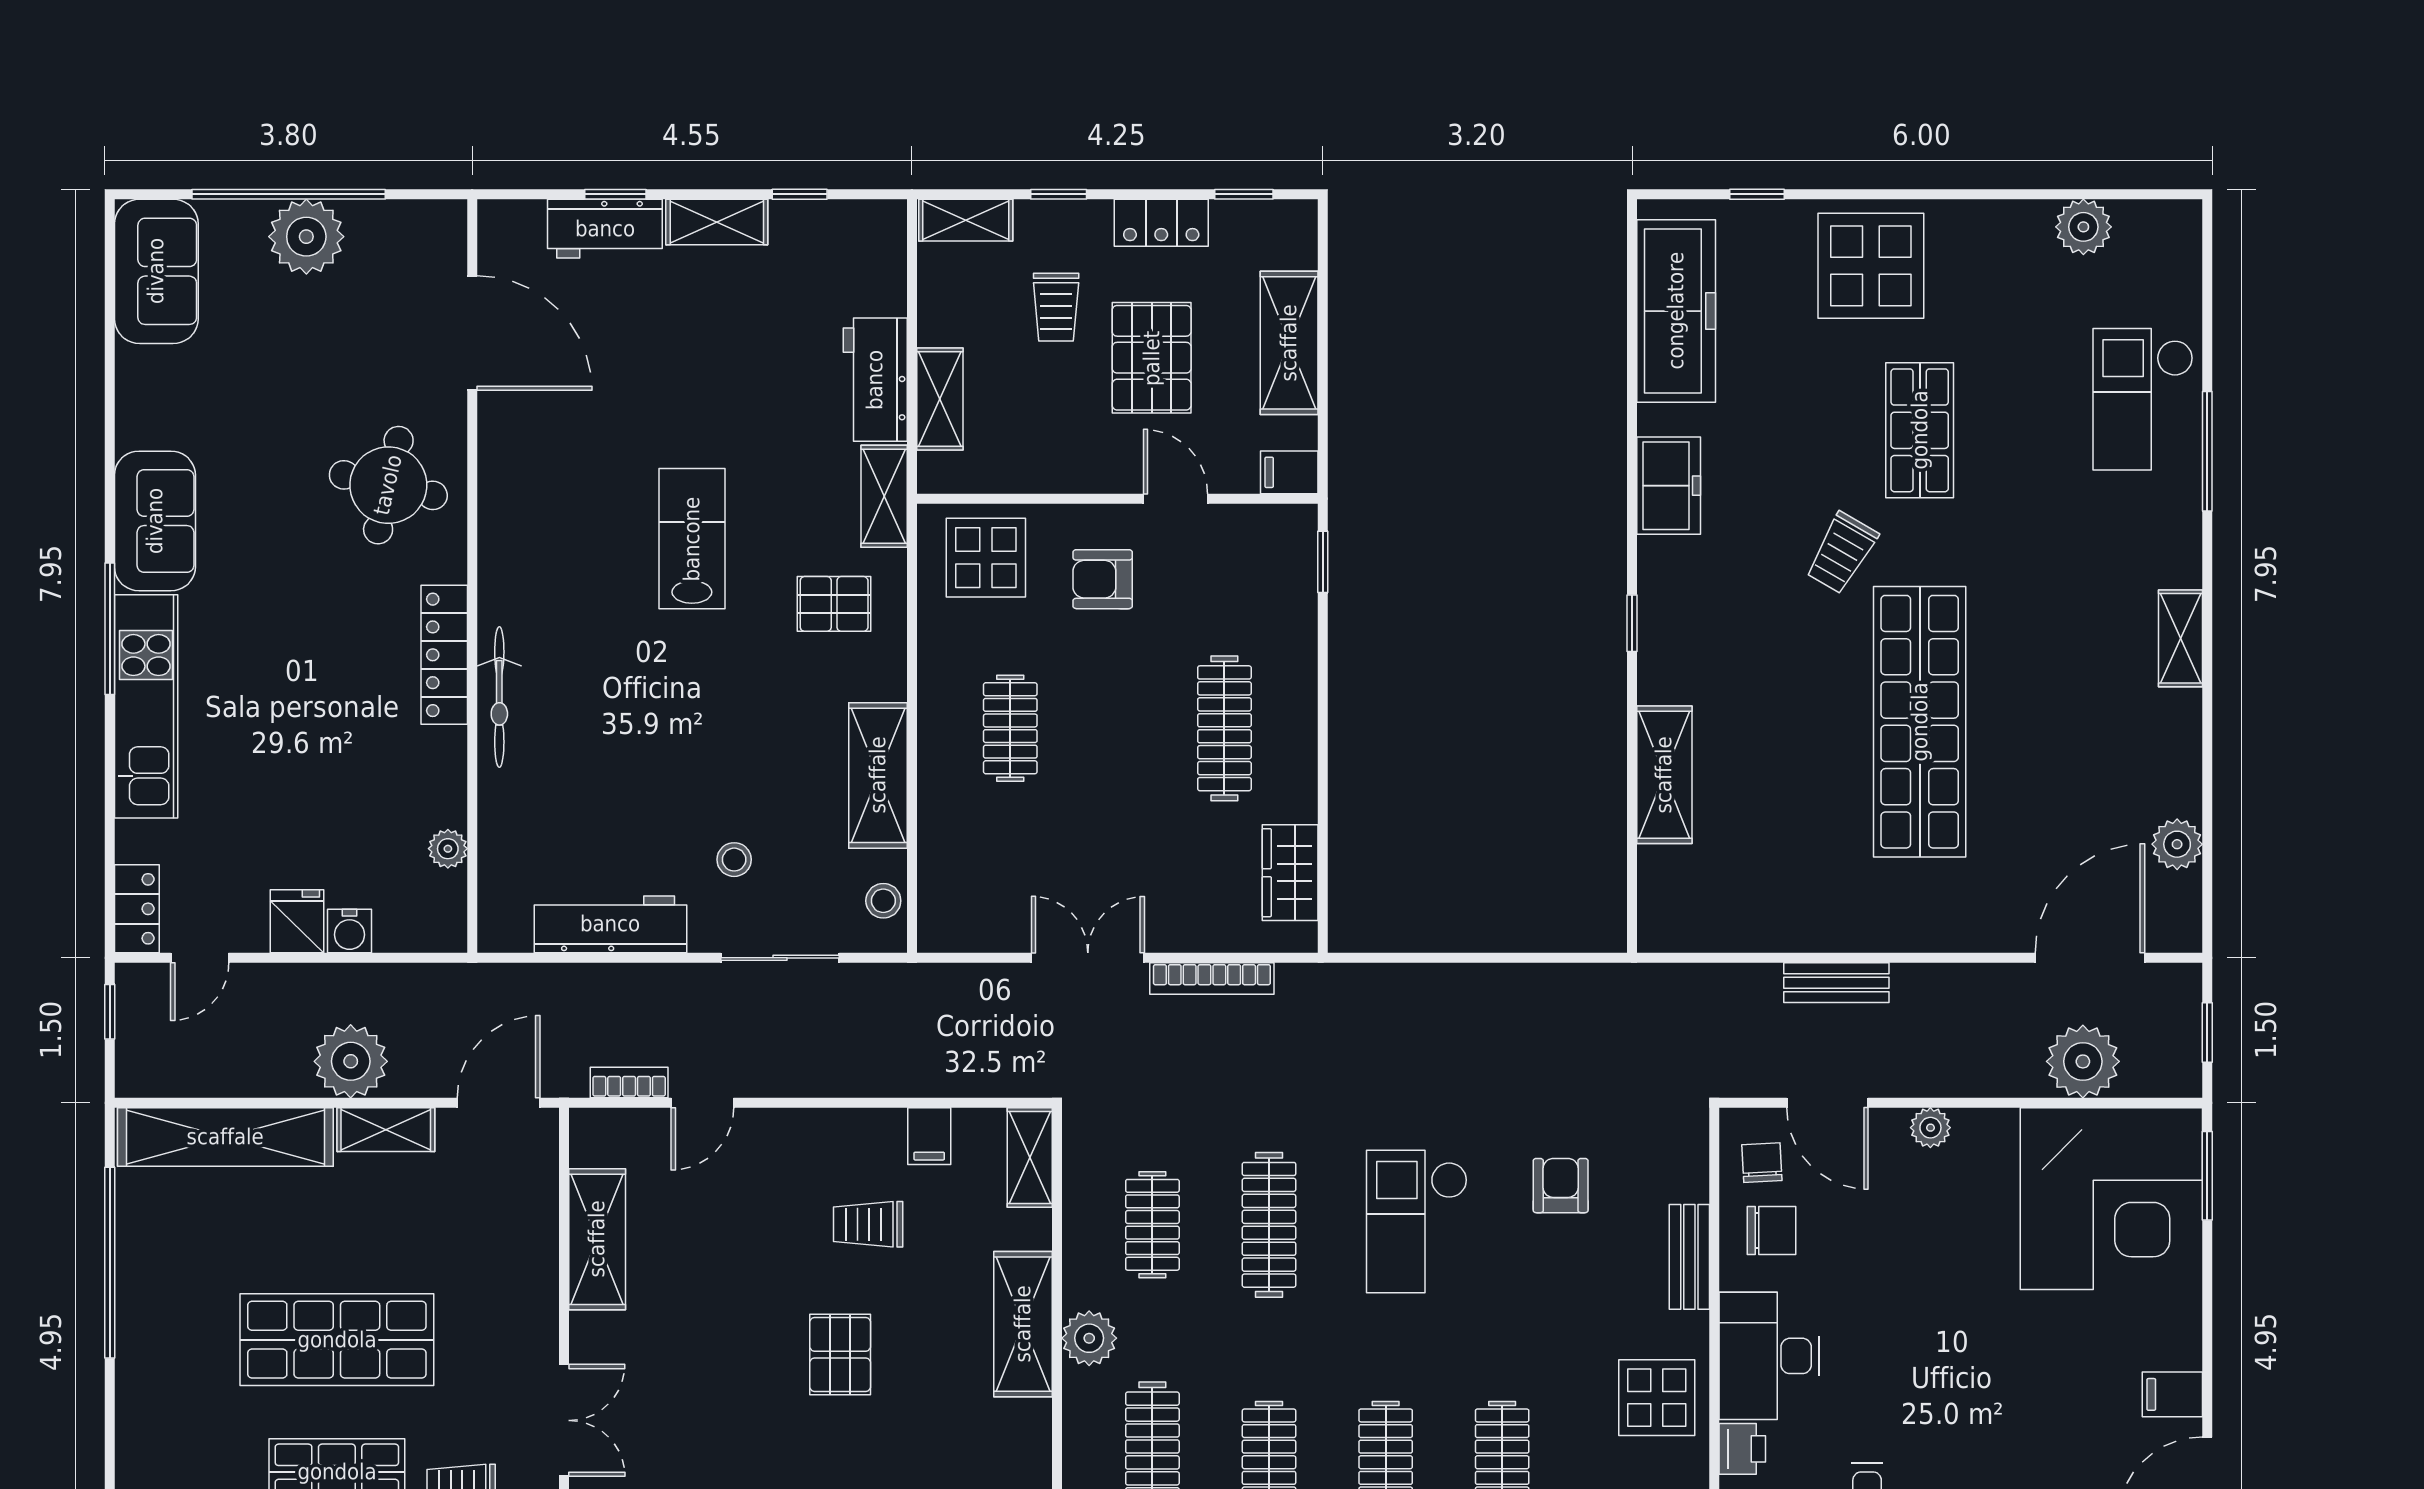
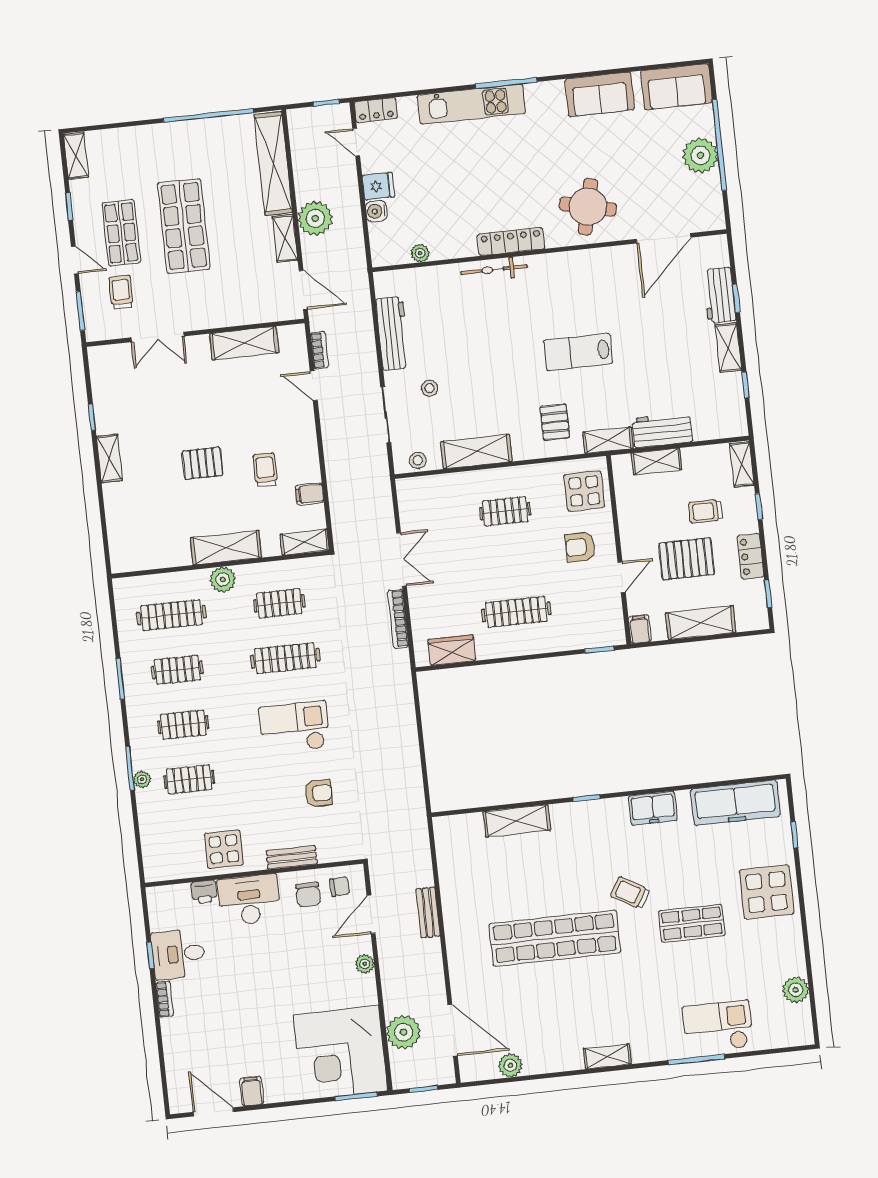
sofa: (155, 521) -> (600, 94), moved
lab bench: (692, 539) -> (578, 352), turned 180
armchair: (1103, 579) -> (580, 547), turned -90

